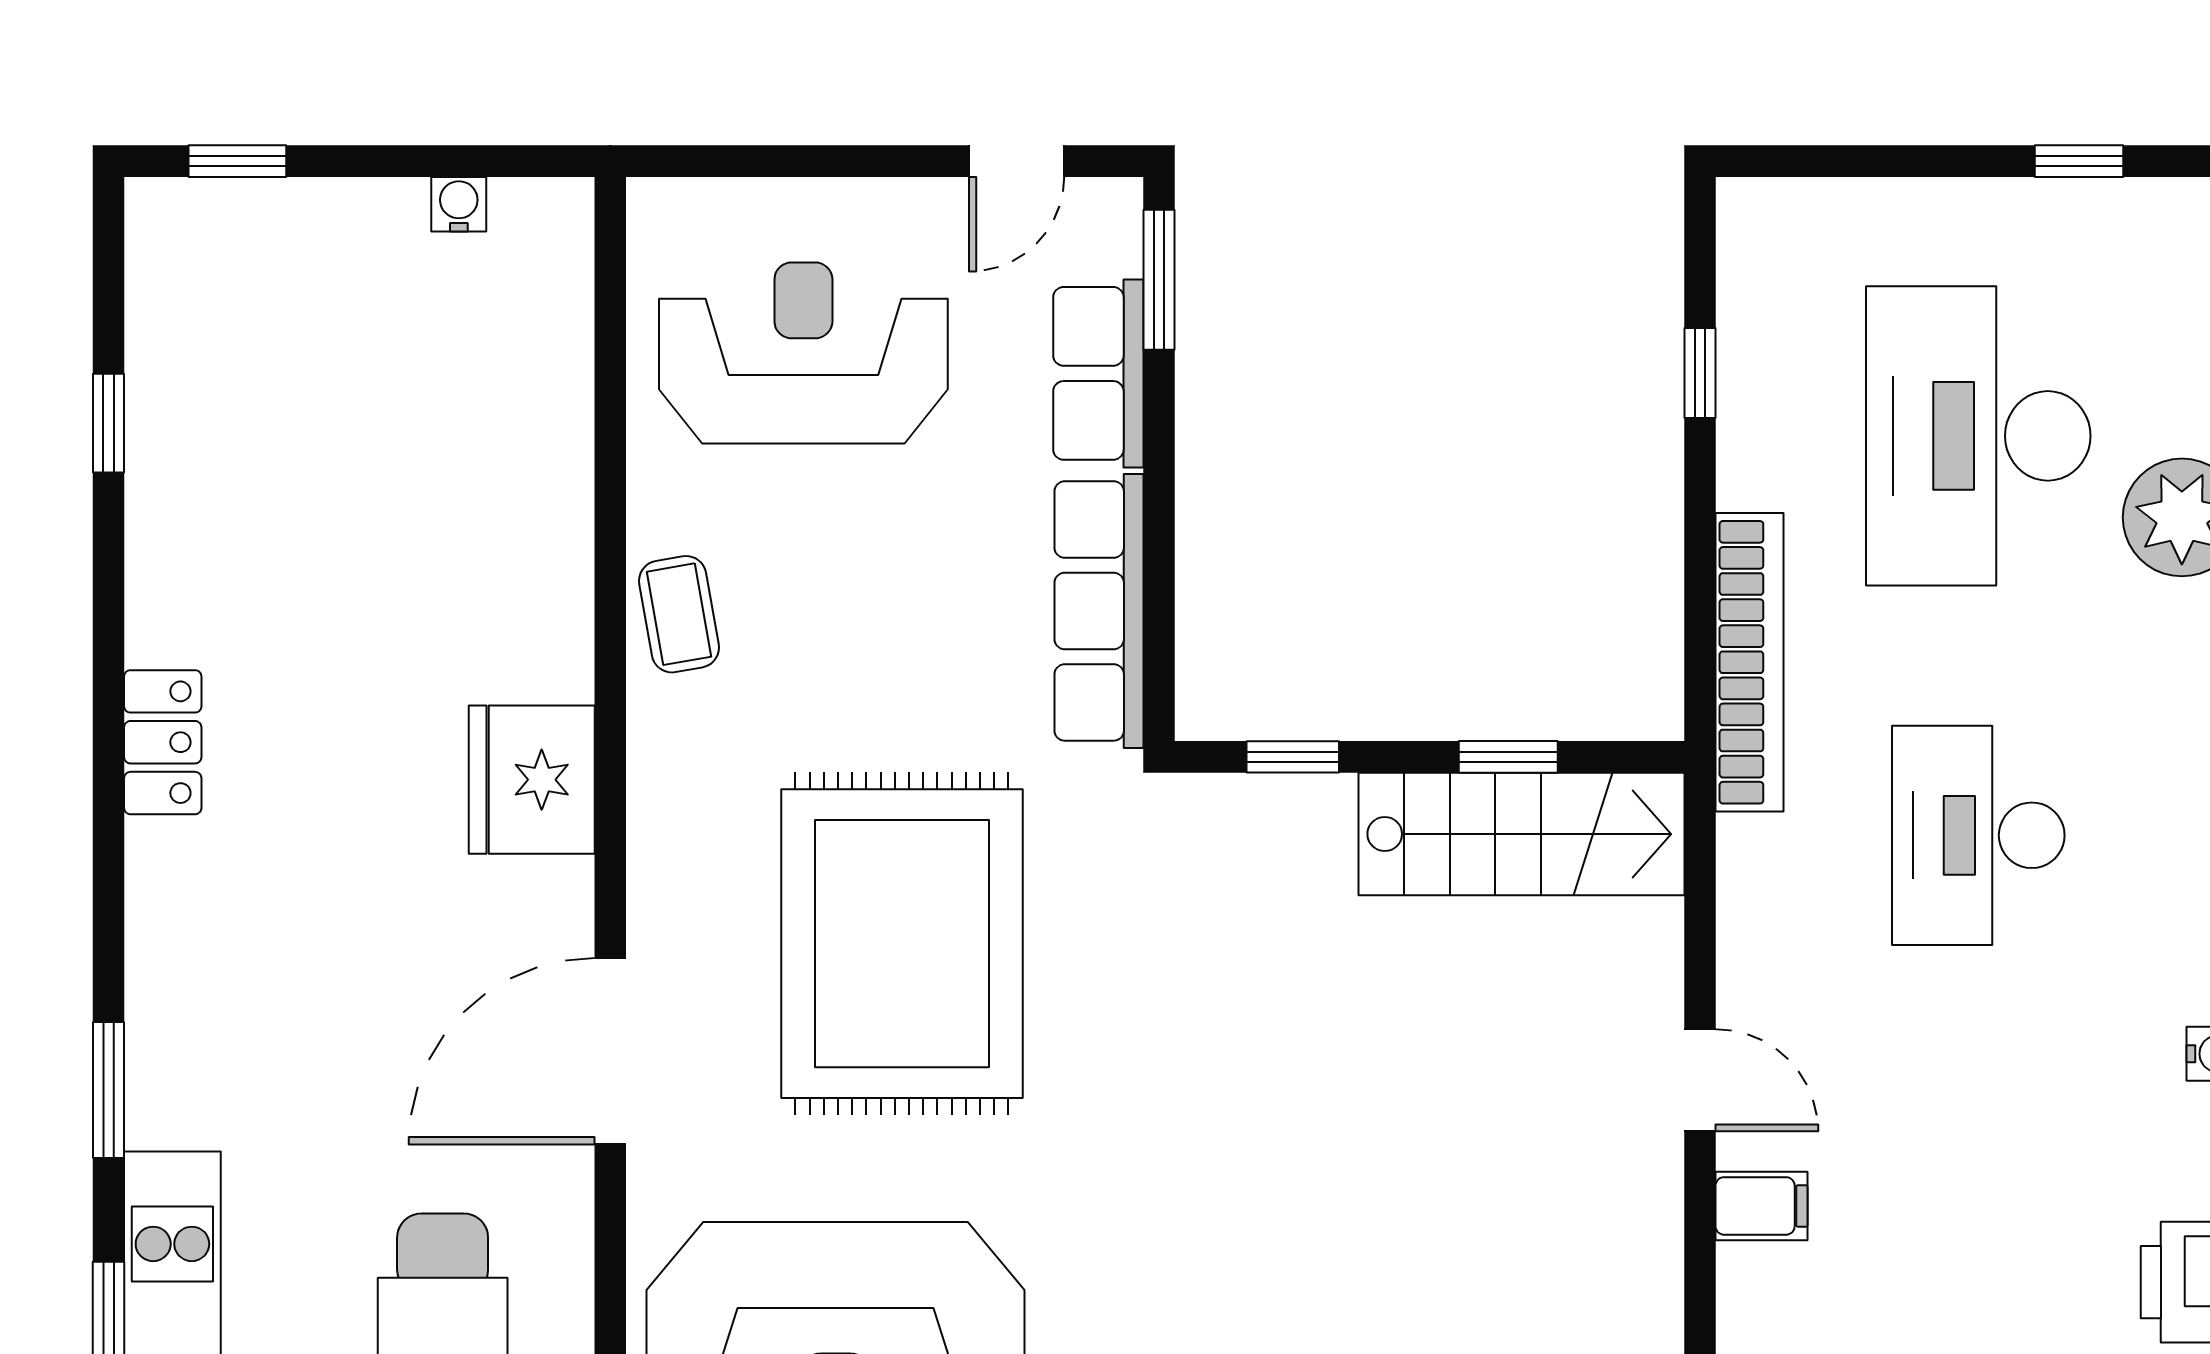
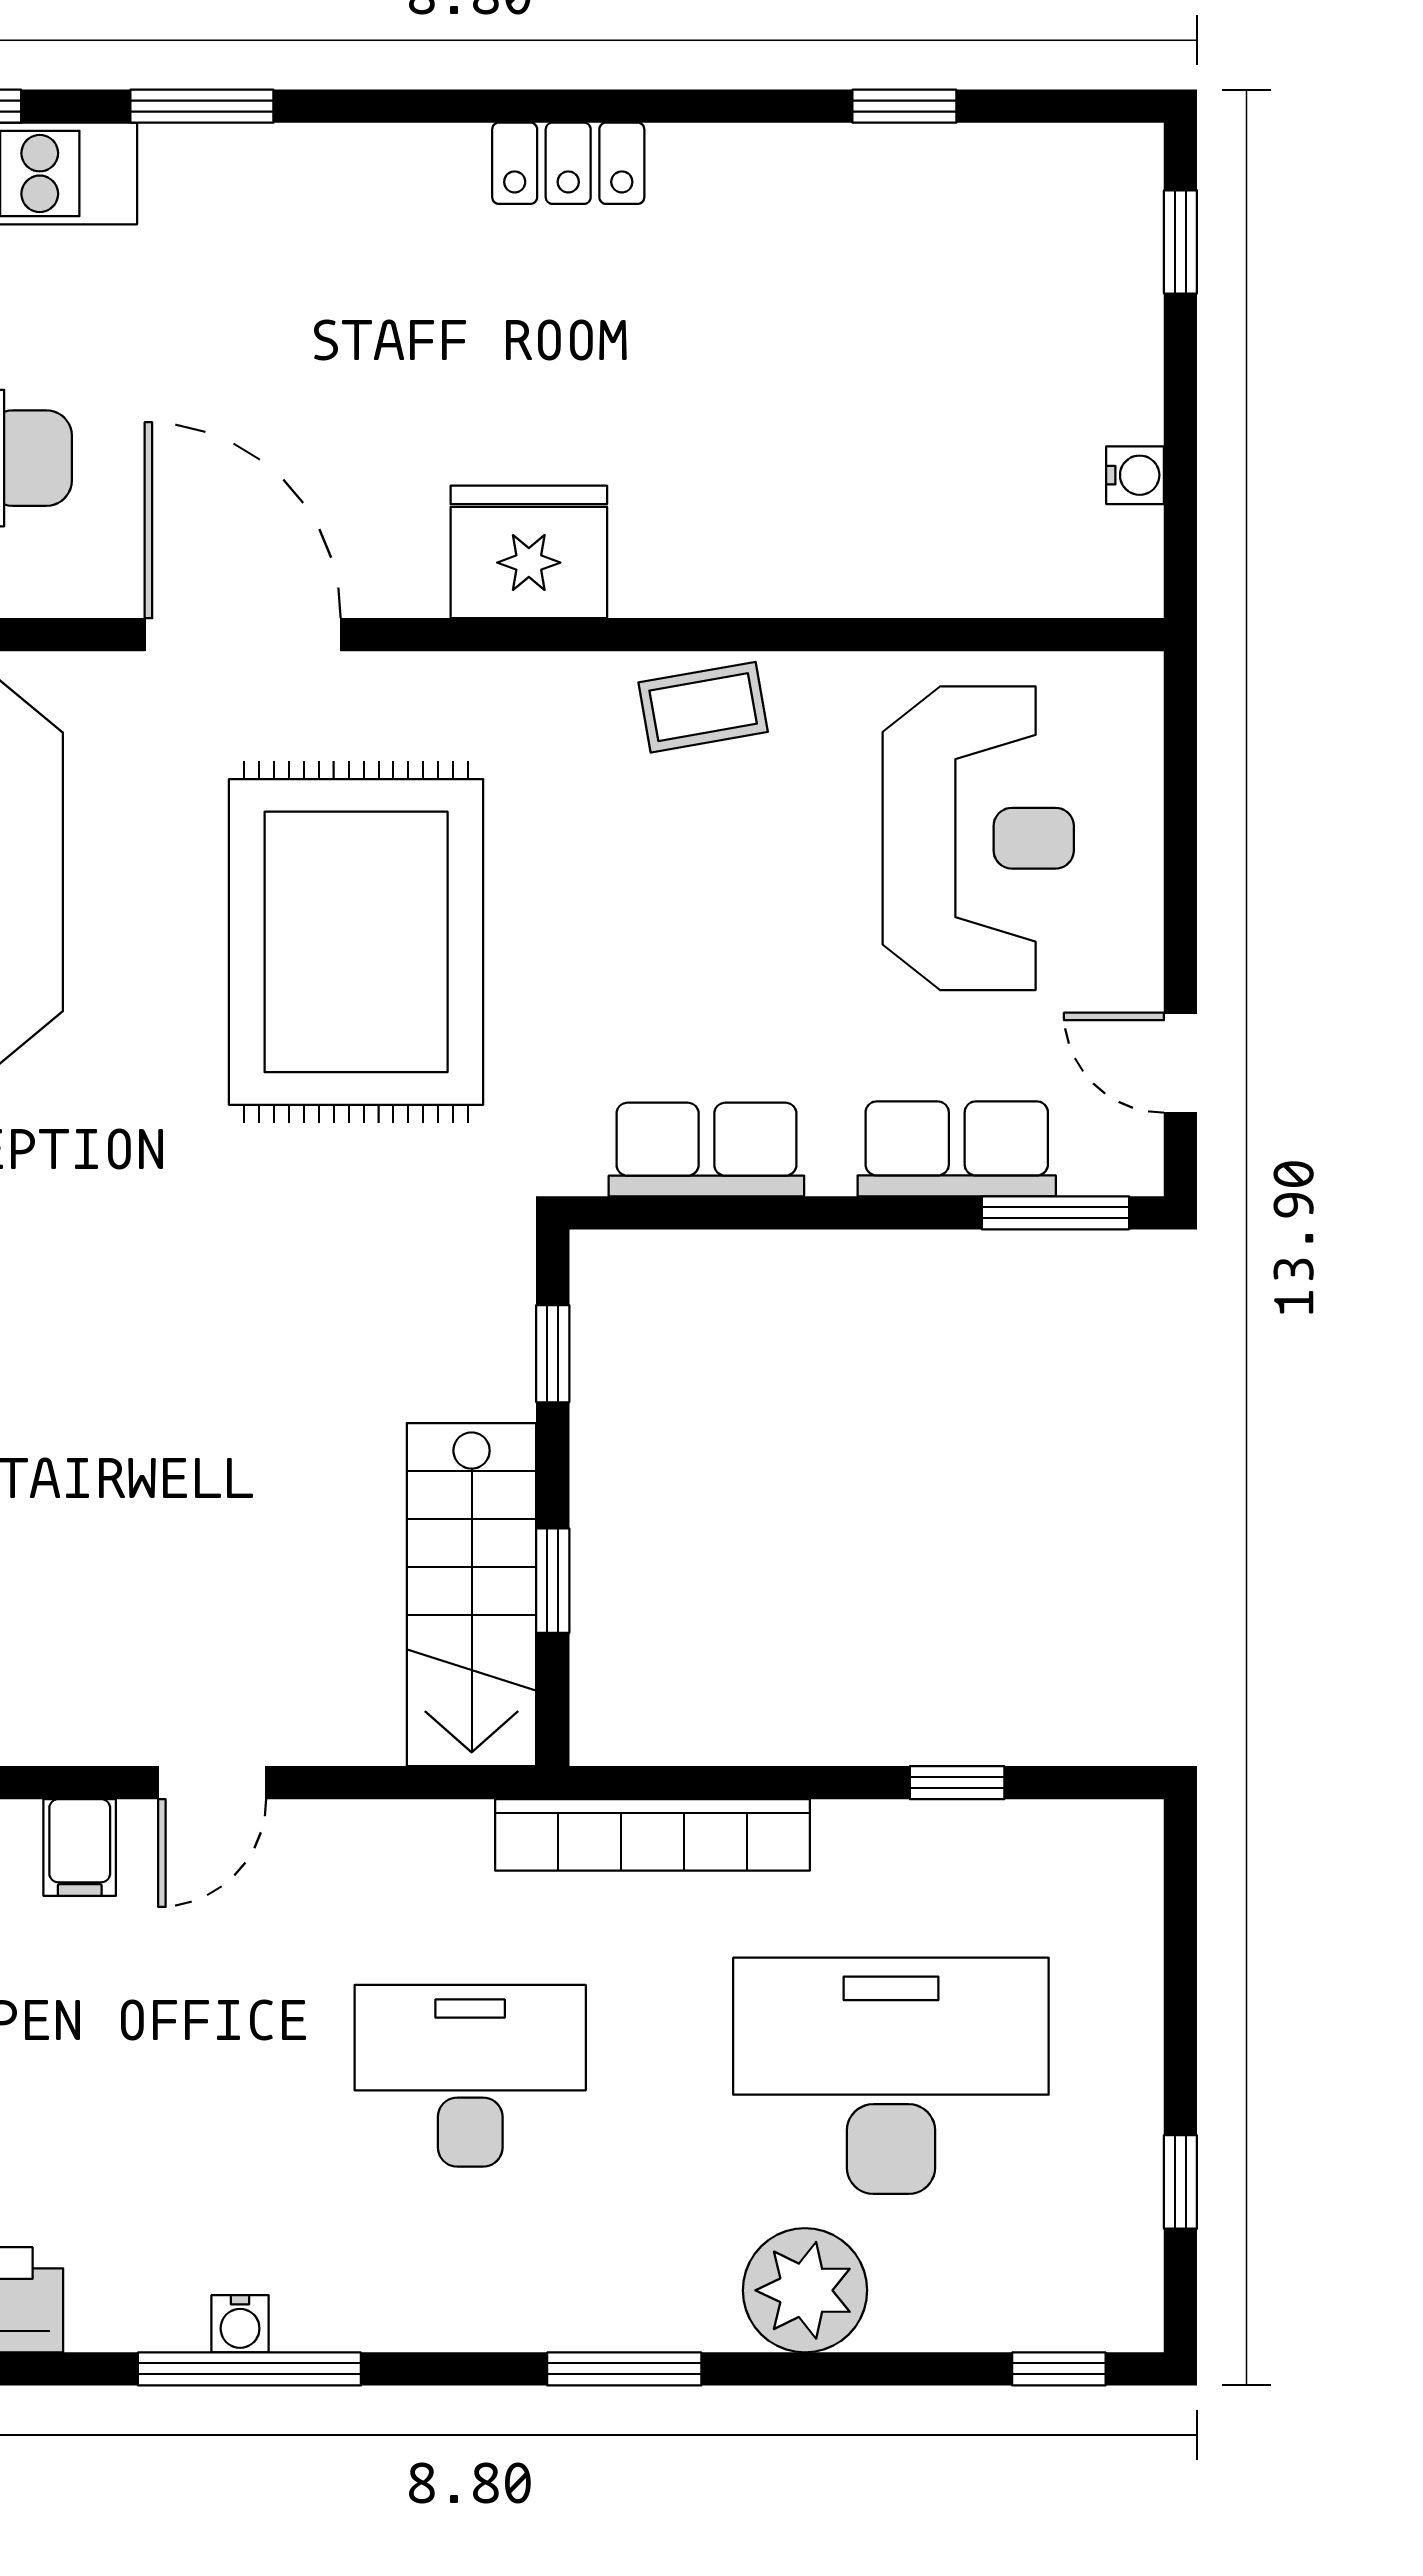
row of seats: (1099, 611) -> (706, 1150), width x0.68
rug: (902, 944) -> (356, 942), turned 90

